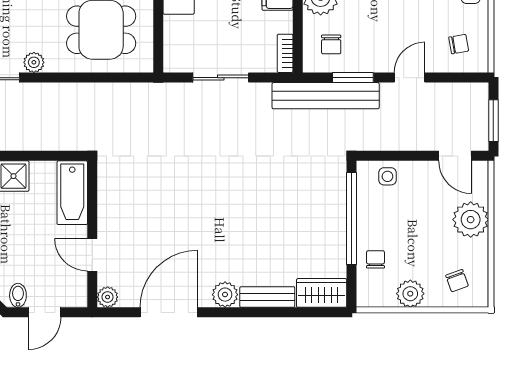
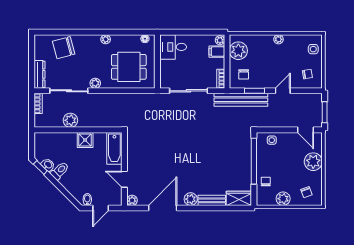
sliding door: (221, 78) -> (189, 91), width x1.37

